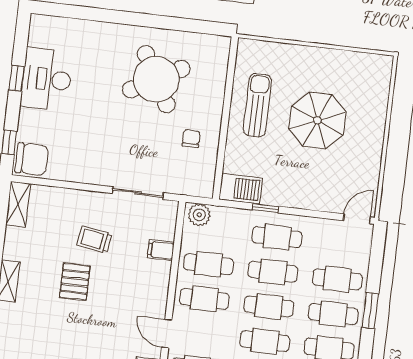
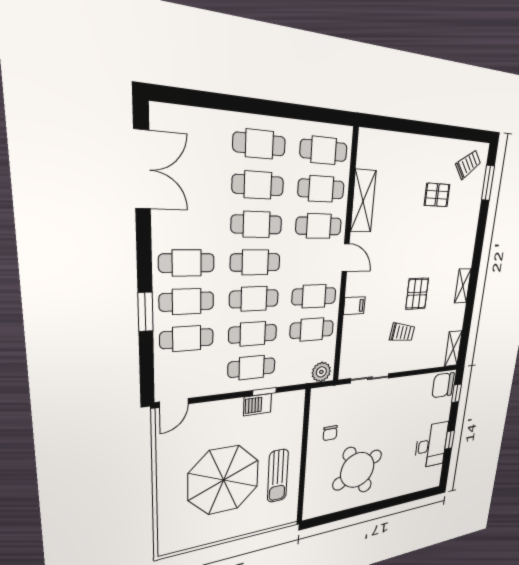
parasol: (317, 120) -> (224, 480), width x1.36, depth x1.36
barbecue: (241, 189) -> (258, 405), moved, width x0.73, depth x0.79
filing cabinet: (161, 250) -> (354, 306), moved

